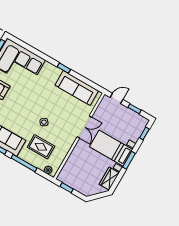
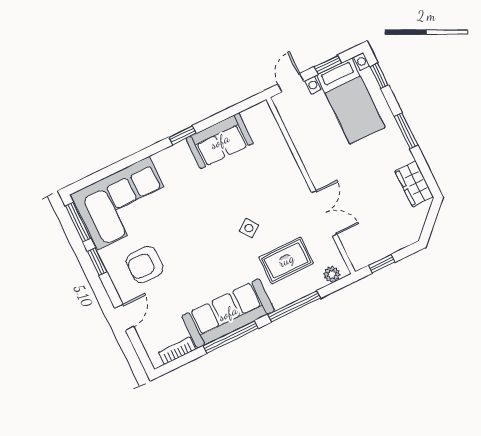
sofa: (77, 88) -> (220, 141), width x0.73
double door: (84, 127) -> (324, 213), moved
bed with nightstands: (111, 148) -> (351, 101), moved, turned -90

